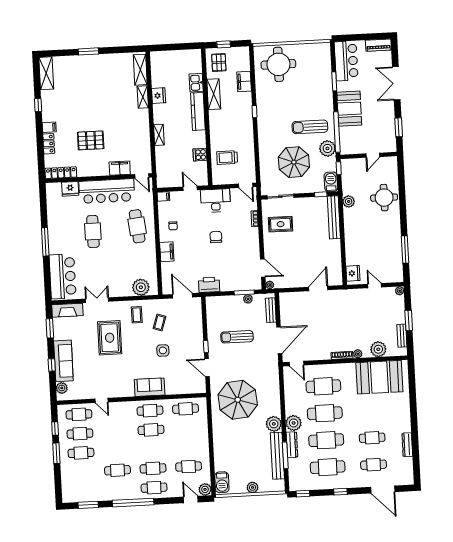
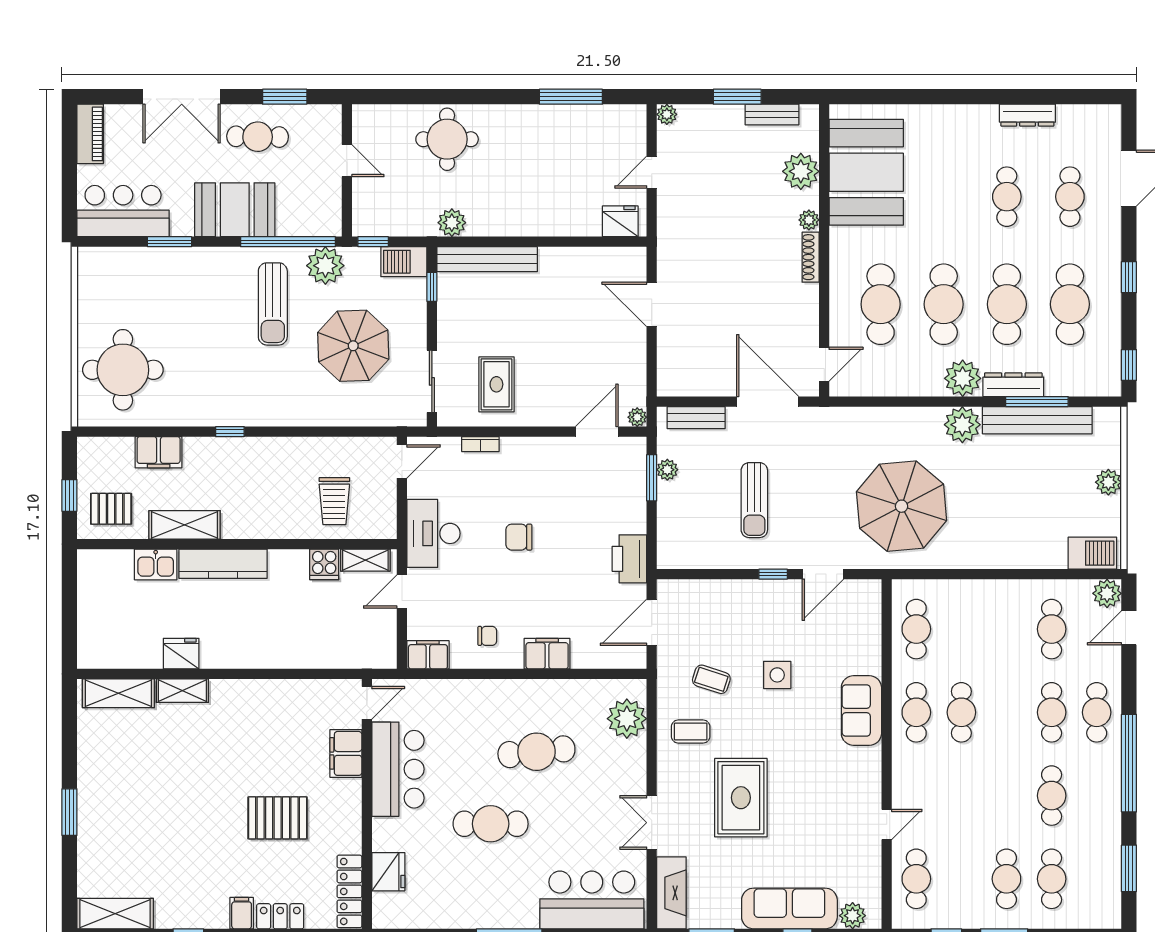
cafe table: (381, 117) -> (258, 137), added
shelving: (159, 135) -> (365, 560), moved
pallet: (91, 140) -> (278, 818), turned 90
bar counter: (107, 191) -> (398, 769), width x0.73
filing cabinet: (163, 196) -> (428, 655), width x2.00
cafe table: (137, 226) -> (536, 752), moved
rug: (110, 338) -> (741, 798), turned 90
cafe table: (80, 434) -> (1052, 879), moved

